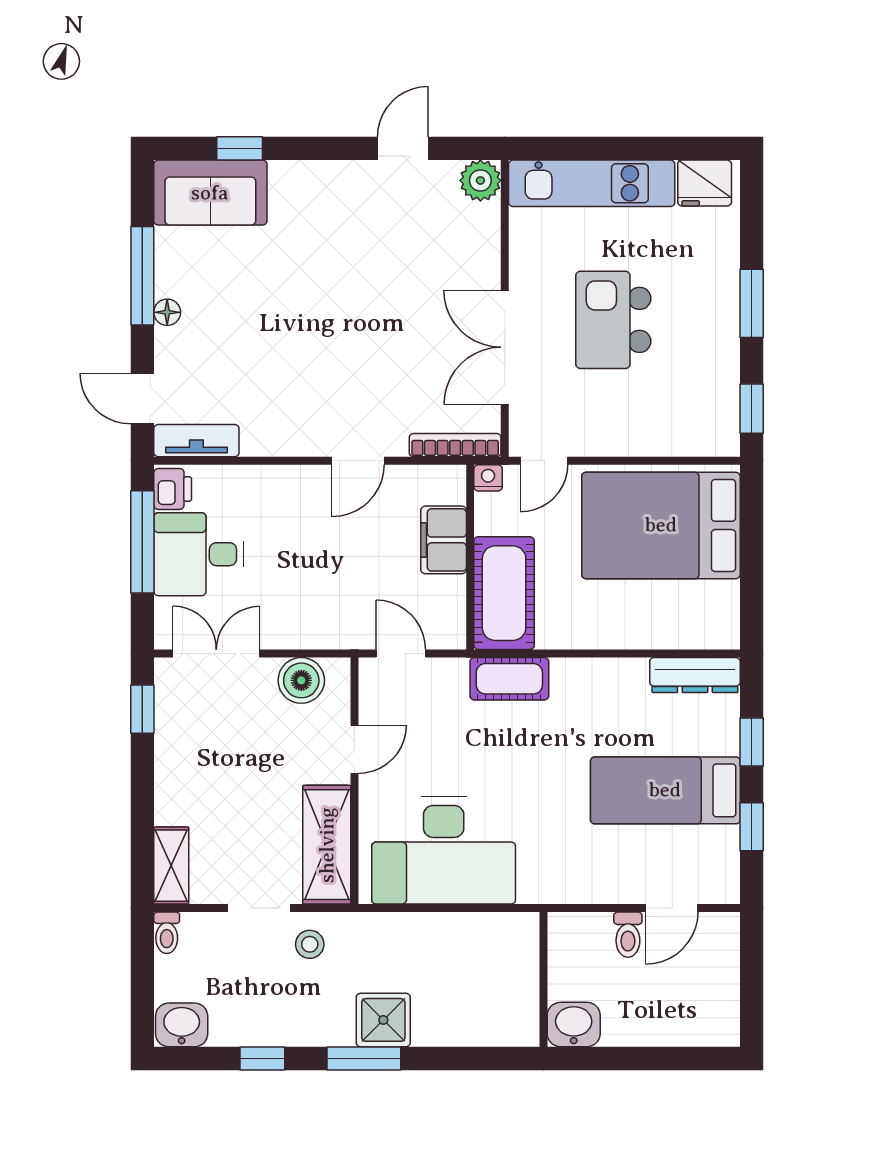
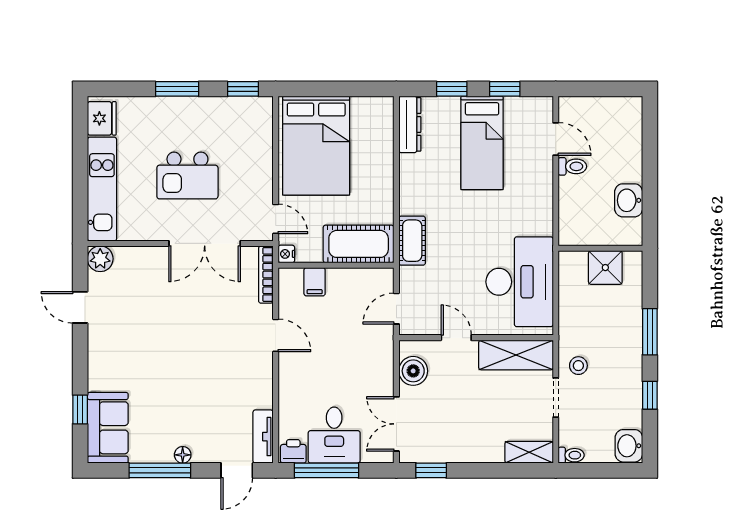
filing cabinet: (444, 540) -> (315, 282), width x0.50
wall: (543, 979) -> (600, 248), moved
shower: (383, 1020) -> (605, 268), moved

